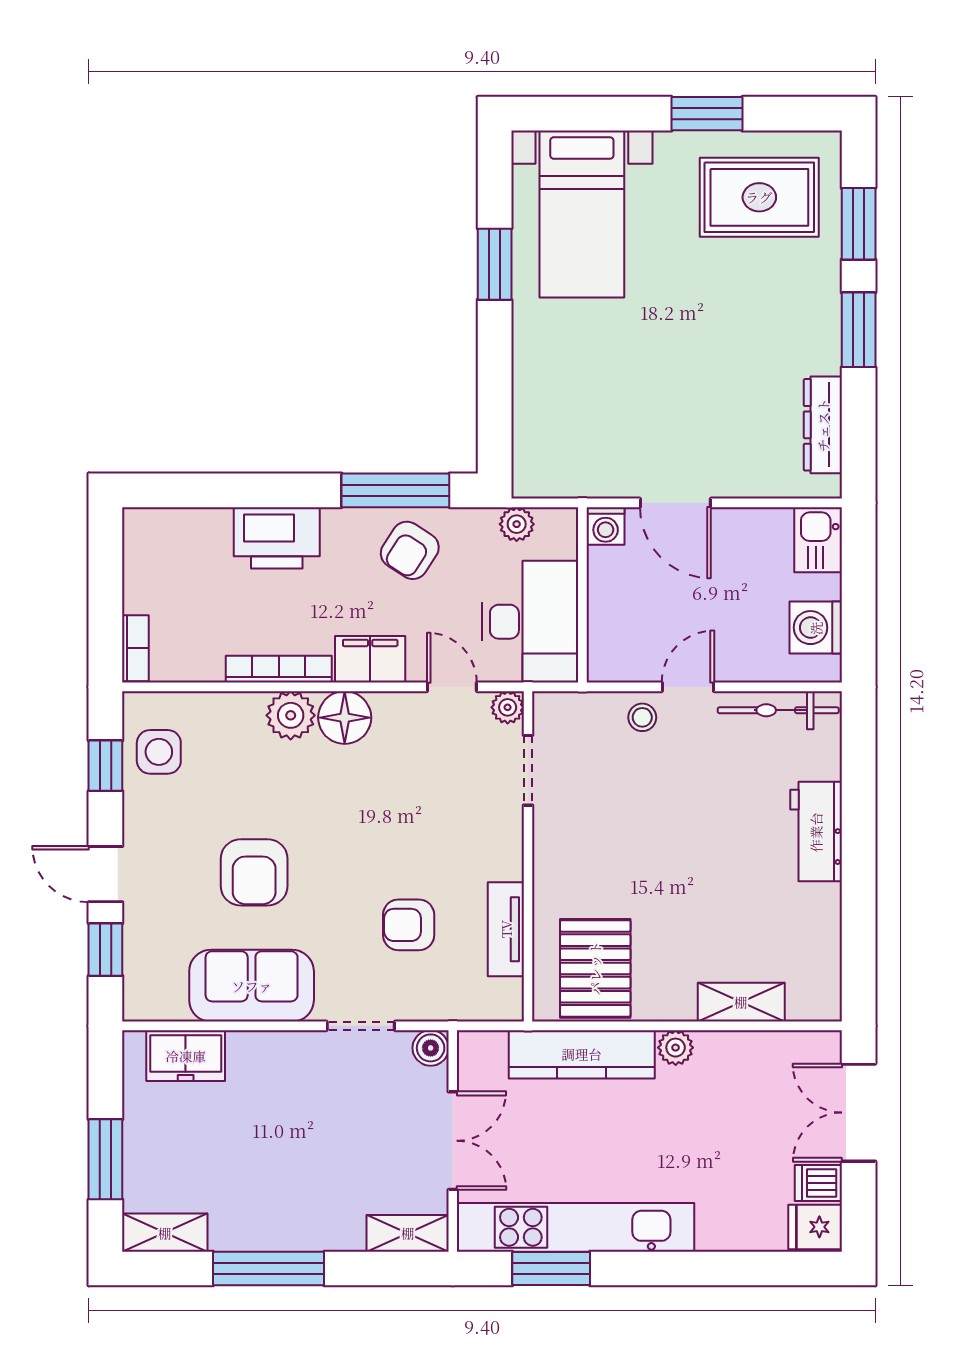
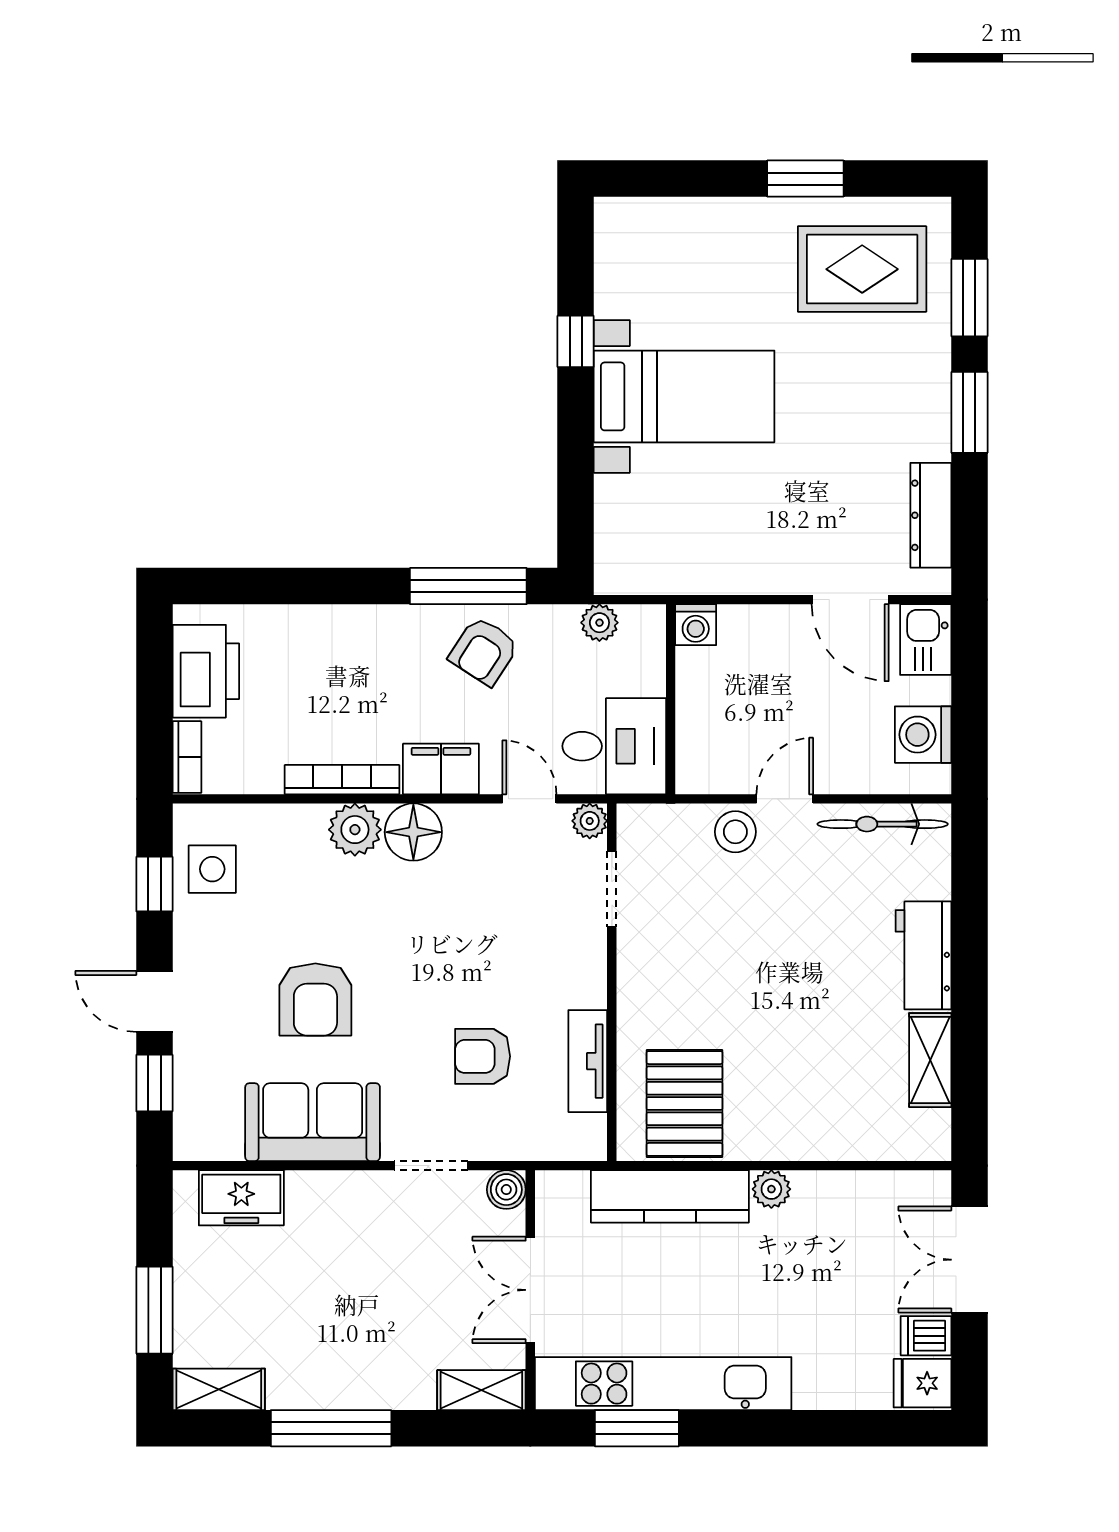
bed with nightstands: (582, 214) -> (684, 396), moved, turned -90
window: (495, 264) -> (576, 341), width x0.67
door: (675, 503) -> (850, 600), moved
printer: (277, 538) -> (206, 671), moved, turned -90
desk: (530, 622) -> (614, 746), width x0.73
stool: (642, 717) -> (735, 832), width x1.37, depth x1.37
shelving: (741, 1002) -> (930, 1060), moved, turned 90
double door: (453, 1141) -> (530, 1290), swing flipped

